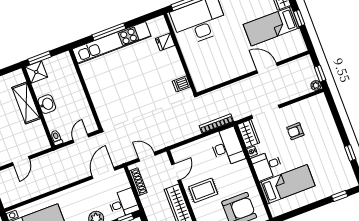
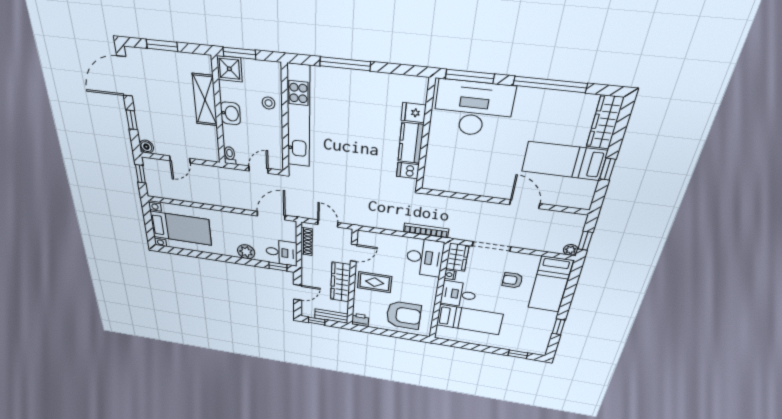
kitchen unit: (112, 43) -> (298, 117), moved, turned -90
kitchen counter: (174, 63) -> (411, 143), added
stool: (70, 83) -> (269, 103), added
bed: (321, 120) -> (550, 284), added

